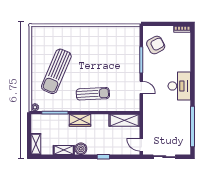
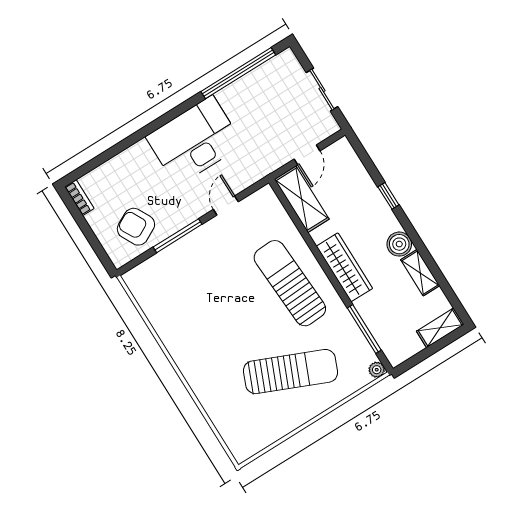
desk: (179, 86) -> (194, 141), width x1.36, depth x1.30
sun lounger: (93, 94) -> (290, 283), width x1.36, depth x1.34
wardrobe: (80, 120) -> (344, 267), width x1.50
door: (141, 145) -> (307, 155), moved

